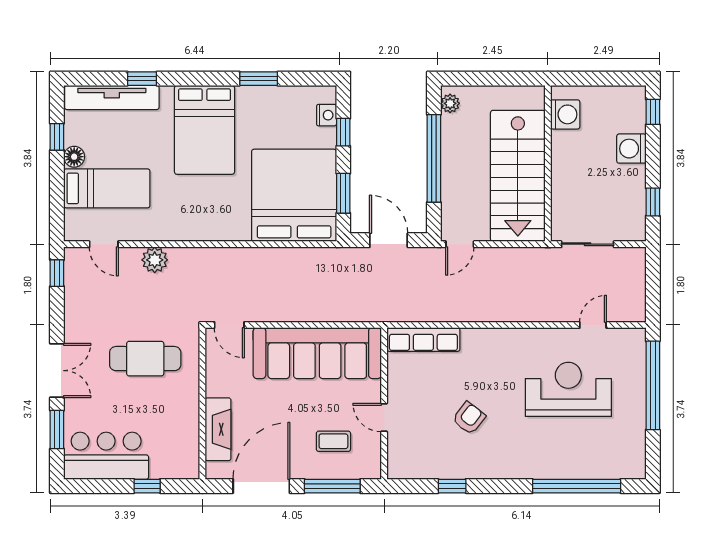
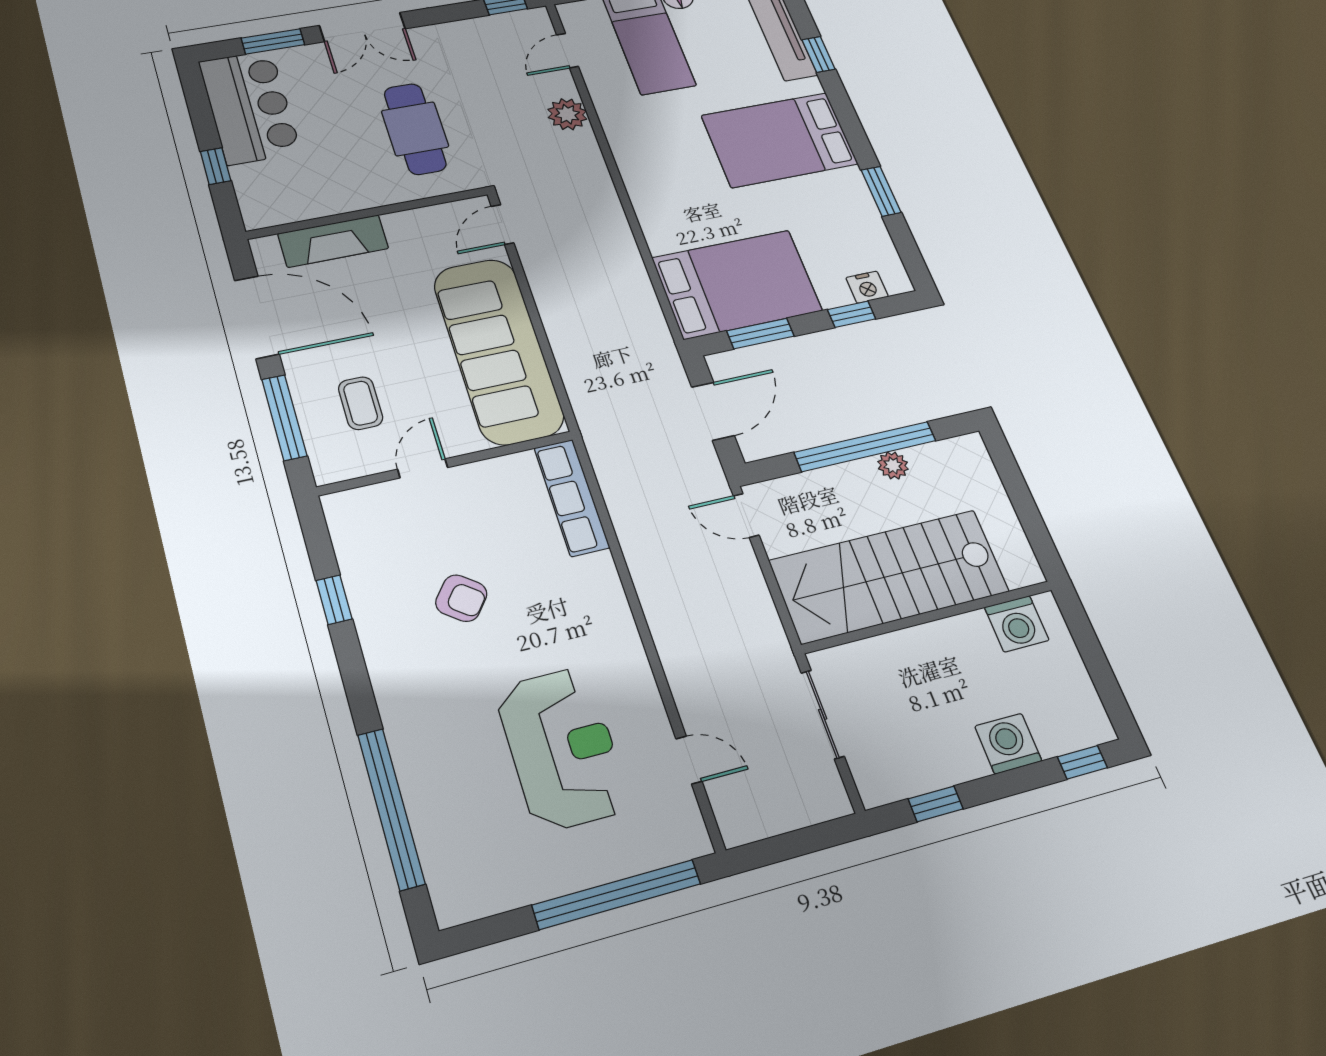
plant: (450, 103) -> (893, 465), moved
bed: (294, 195) -> (737, 284), width x0.73

